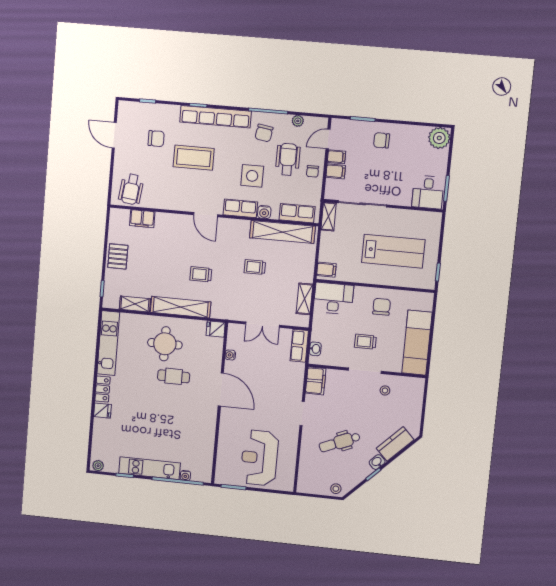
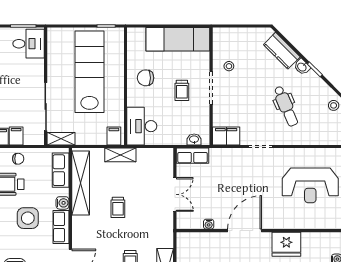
lab bench: (393, 251) -> (90, 72), width x1.36
shelving: (304, 299) -> (120, 155), moved
fridge: (216, 329) -> (286, 244), moved, width x1.88, depth x1.34

